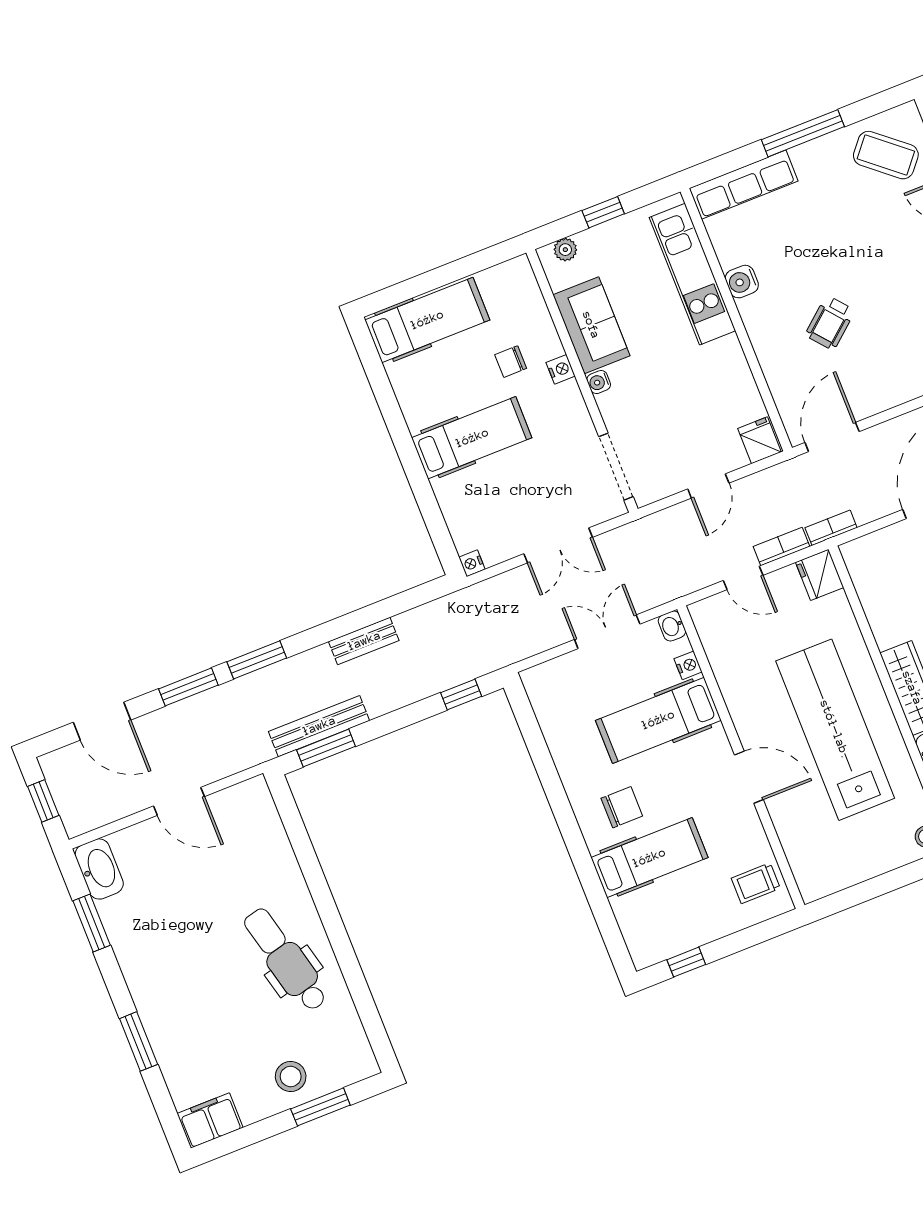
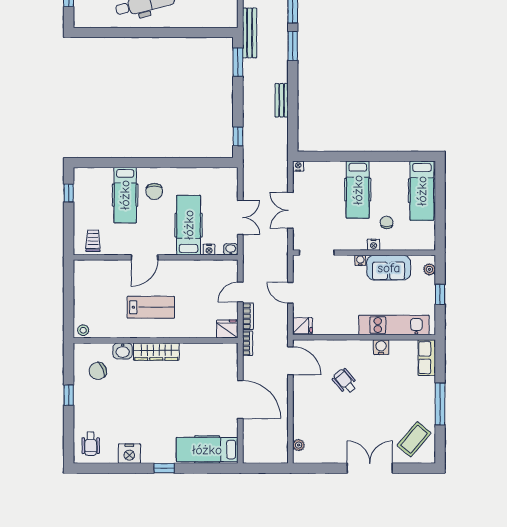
row of seats: (744, 185) -> (427, 358), width x0.68
bench: (319, 726) -> (250, 33), moved
lab bench: (835, 730) -> (151, 307), width x0.54, depth x0.72

